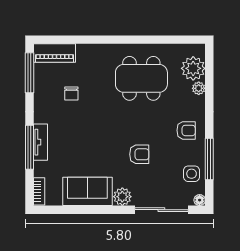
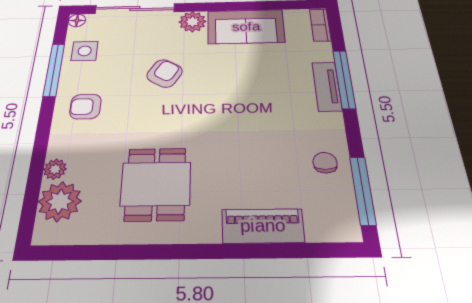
piano: (55, 53) -> (263, 226), moved
dining table: (141, 78) -> (156, 184), width x0.73
chair: (71, 93) -> (325, 163), moved
armchair: (139, 154) -> (165, 73), turned 121

